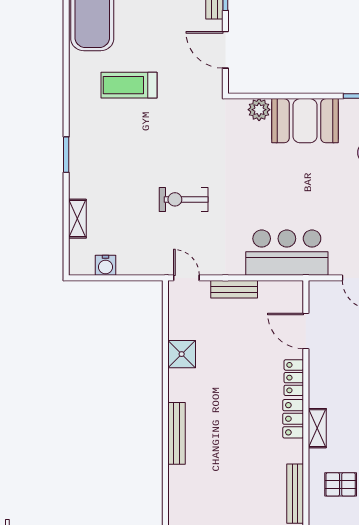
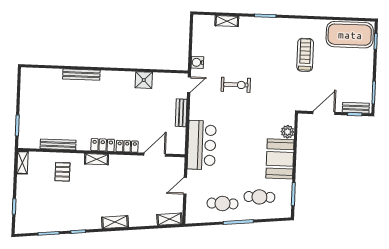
exercise bike: (184, 199) -> (236, 85), turned 90
water cooler: (105, 265) -> (197, 62), moved
bench: (177, 433) -> (81, 75), moved

